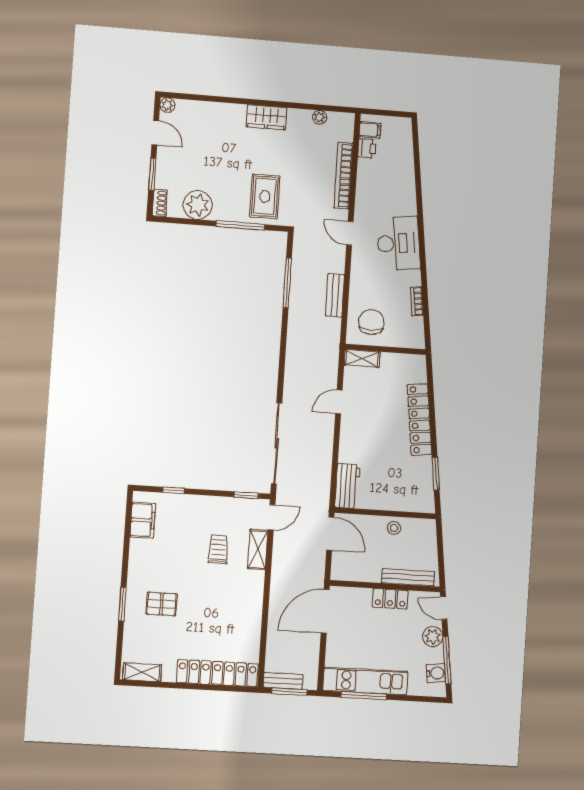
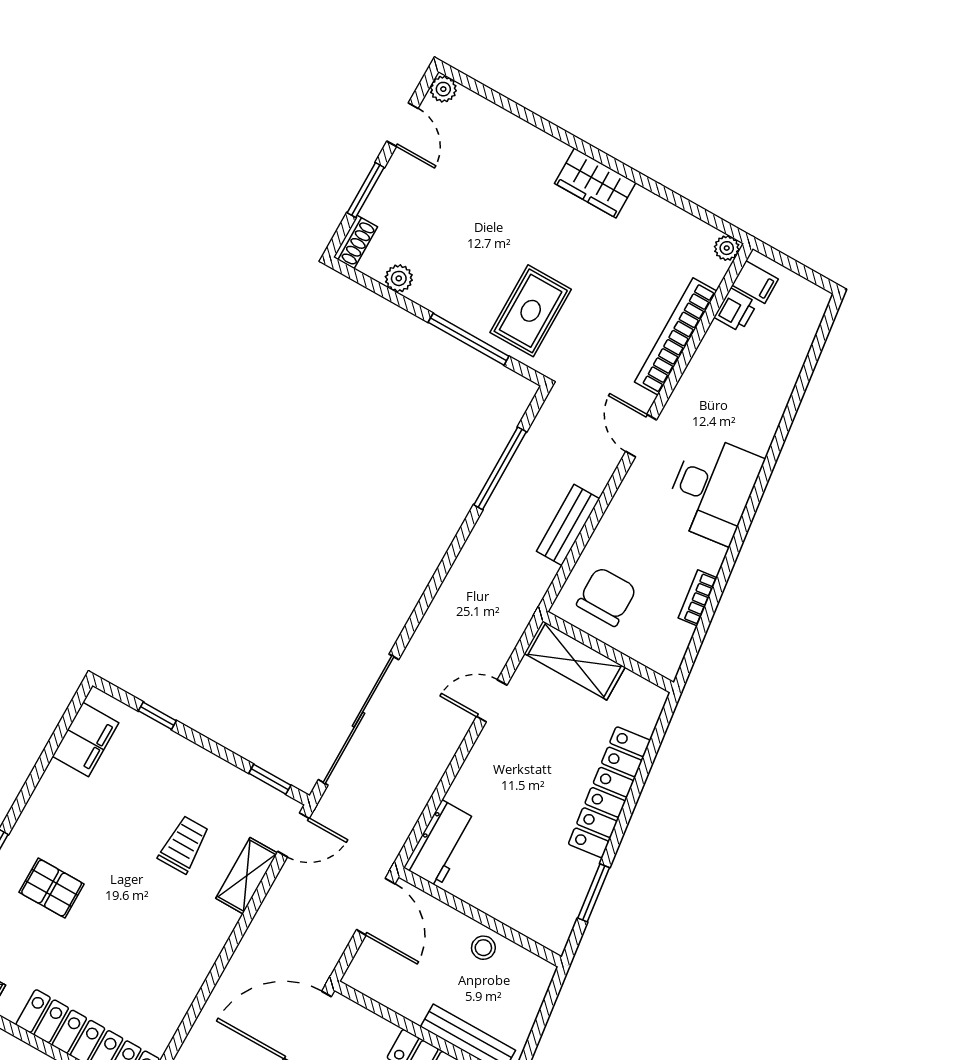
plant: (320, 117) -> (727, 248), moved
plant: (198, 205) -> (399, 278), width x0.53, depth x0.53
shelving: (362, 358) -> (575, 660), width x1.50, depth x1.33

